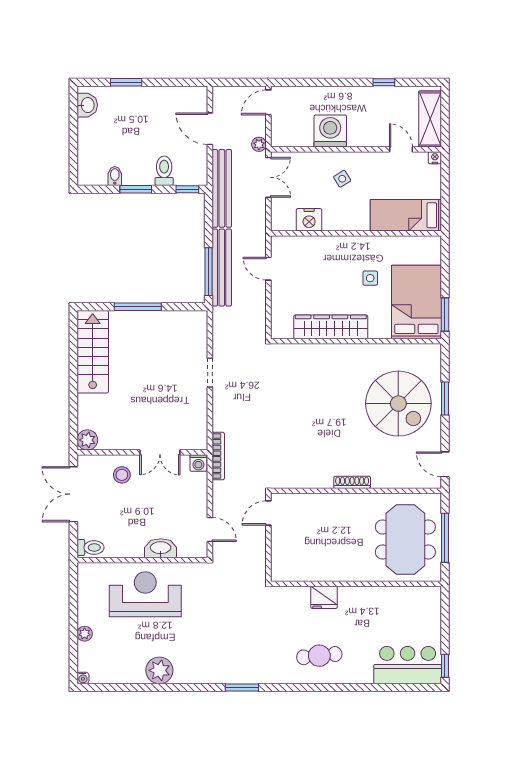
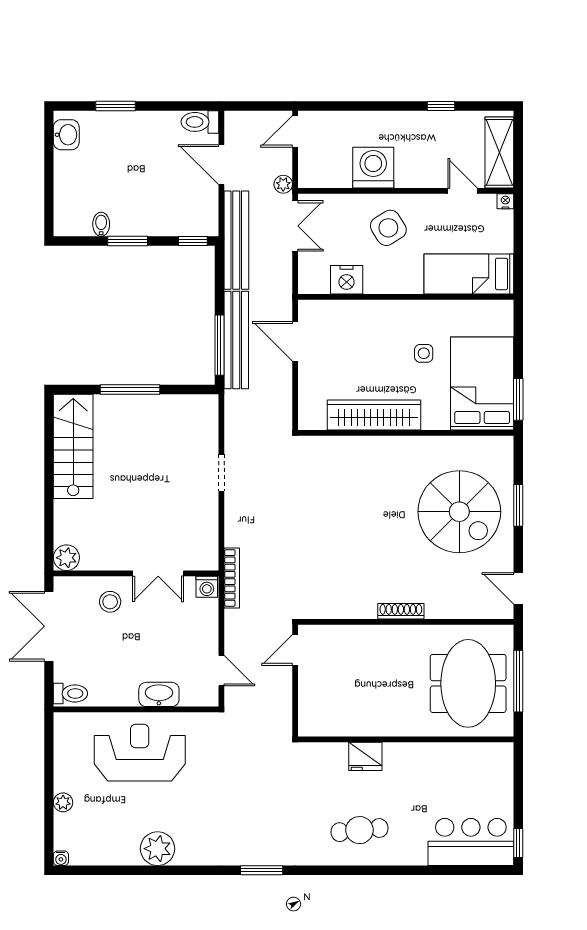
toilet: (164, 171) -> (200, 122), moved, turned -90
side table: (342, 179) -> (388, 228), width x1.87, depth x1.87
door: (268, 269) -> (295, 341), width x1.38

